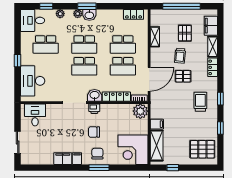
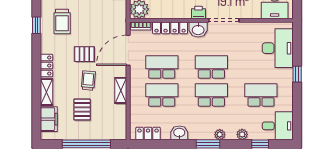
washbasin: (89, 15) -> (179, 133), moved
shelving: (155, 37) -> (121, 90), moved

